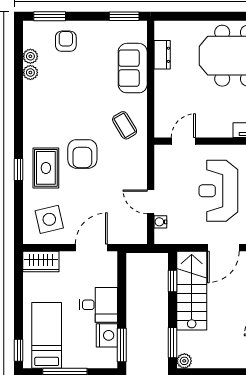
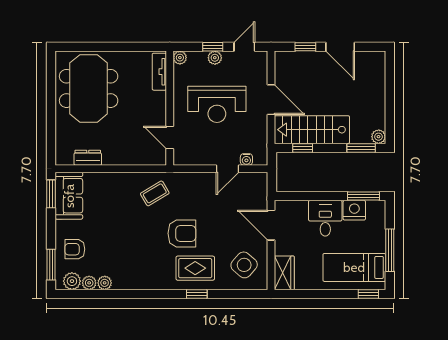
plant: (32, 38) -> (72, 281), added
sofa: (133, 68) -> (69, 196), moved, turned -90
side table: (49, 219) -> (244, 265), turned -36

